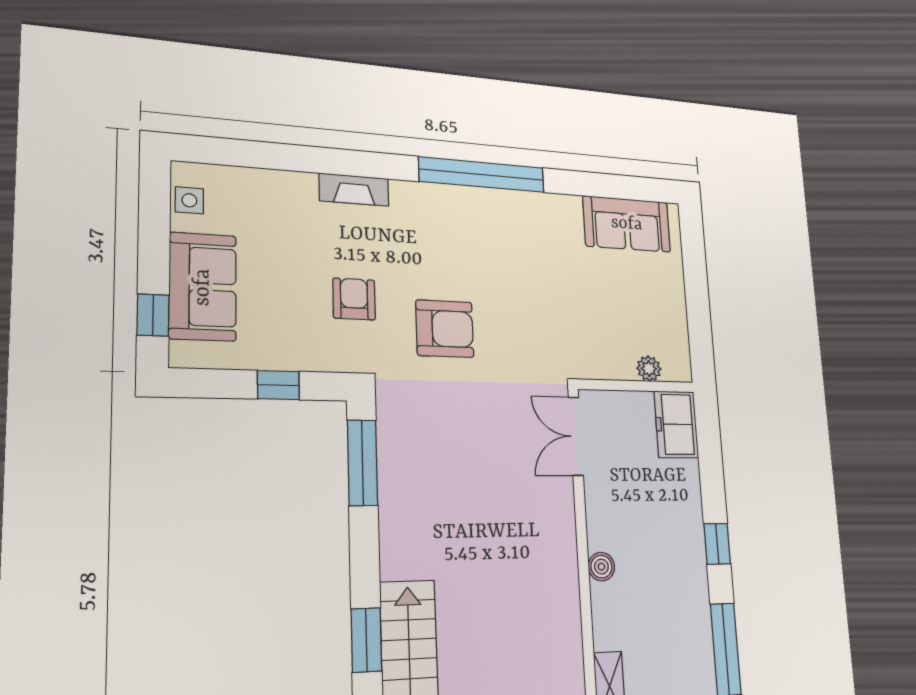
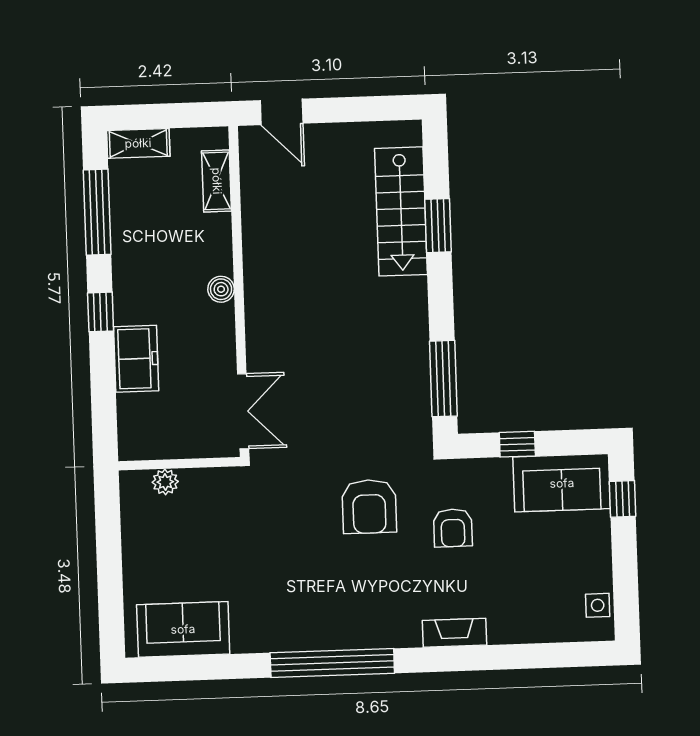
sofa: (203, 287) -> (562, 483), moved, turned -90
armchair: (445, 329) -> (369, 507), turned -90
freezer: (676, 424) -> (136, 359), moved

